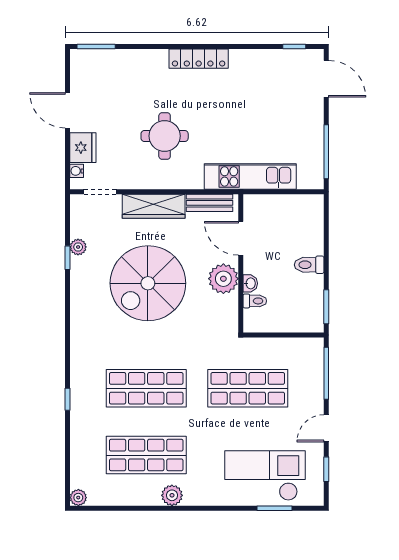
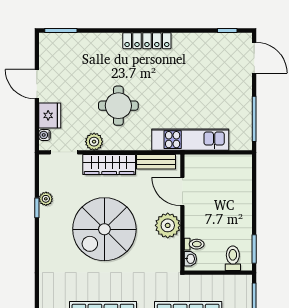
plant: (136, 179) -> (94, 142), added
toilet: (309, 265) -> (233, 258), moved, turned 90
washbasin: (250, 283) -> (190, 259), moved

